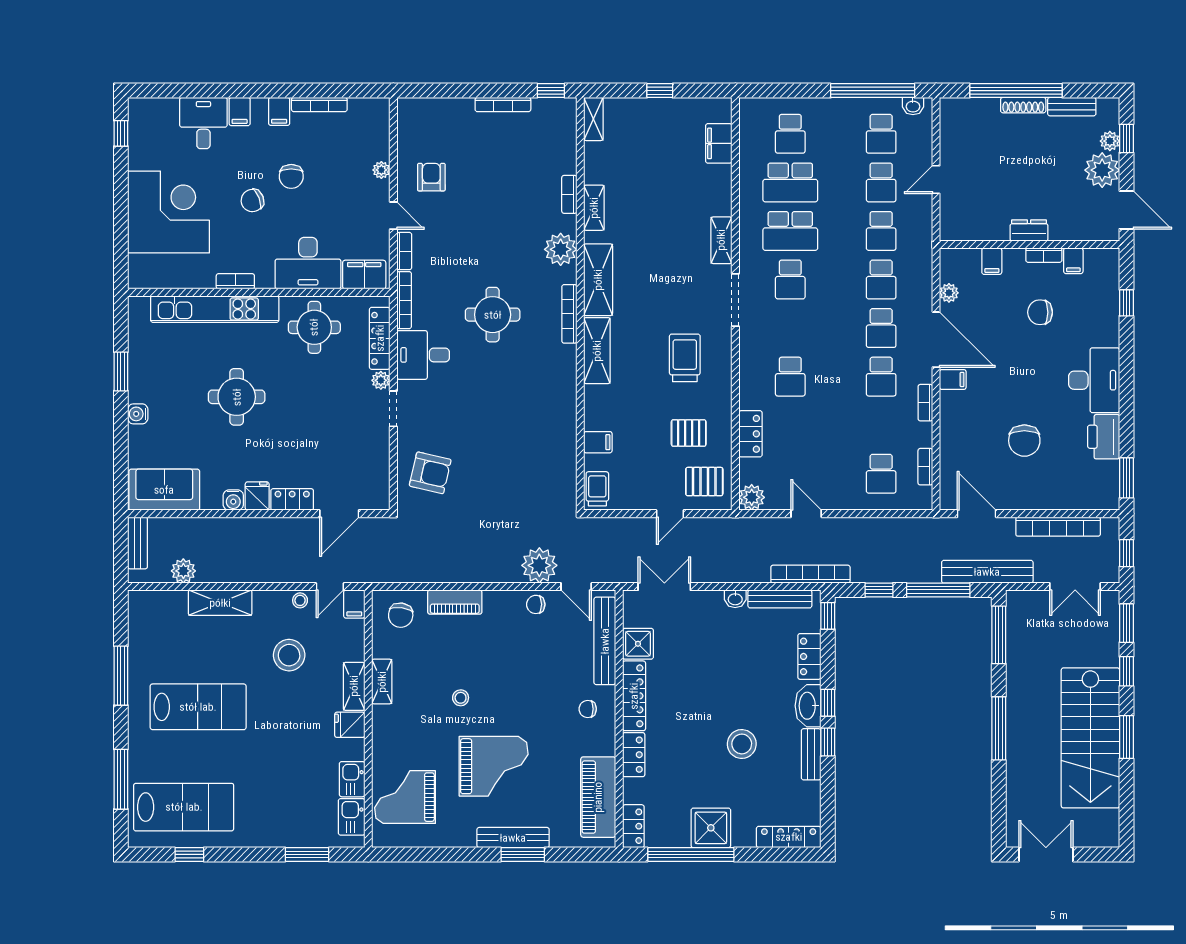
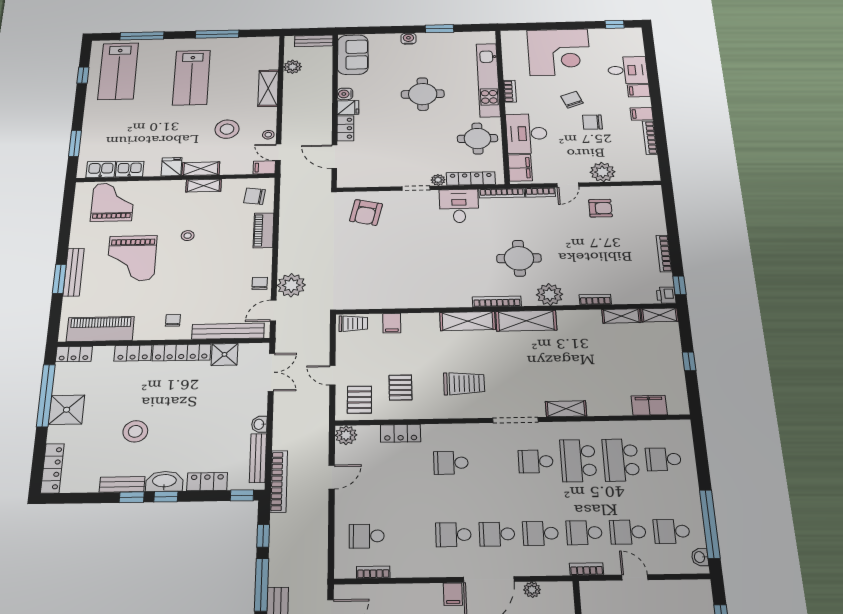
printer: (565, 108) -> (666, 295), added
plant: (381, 170) -> (603, 172), width x1.88, depth x1.88
shelving: (594, 208) -> (621, 316), moved
round table: (493, 315) -> (519, 258), moved
bookcase: (925, 403) -> (587, 569), moved

